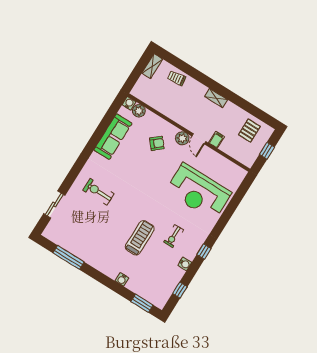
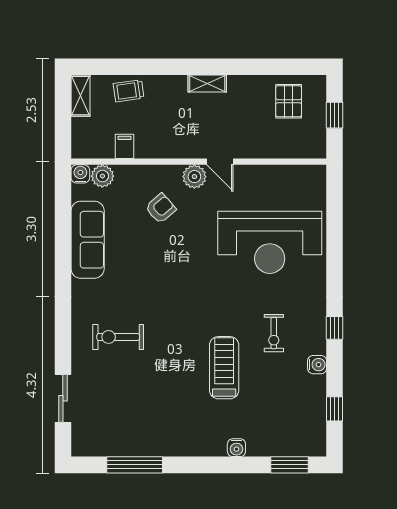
filing cabinet: (217, 140) -> (125, 146), moved

